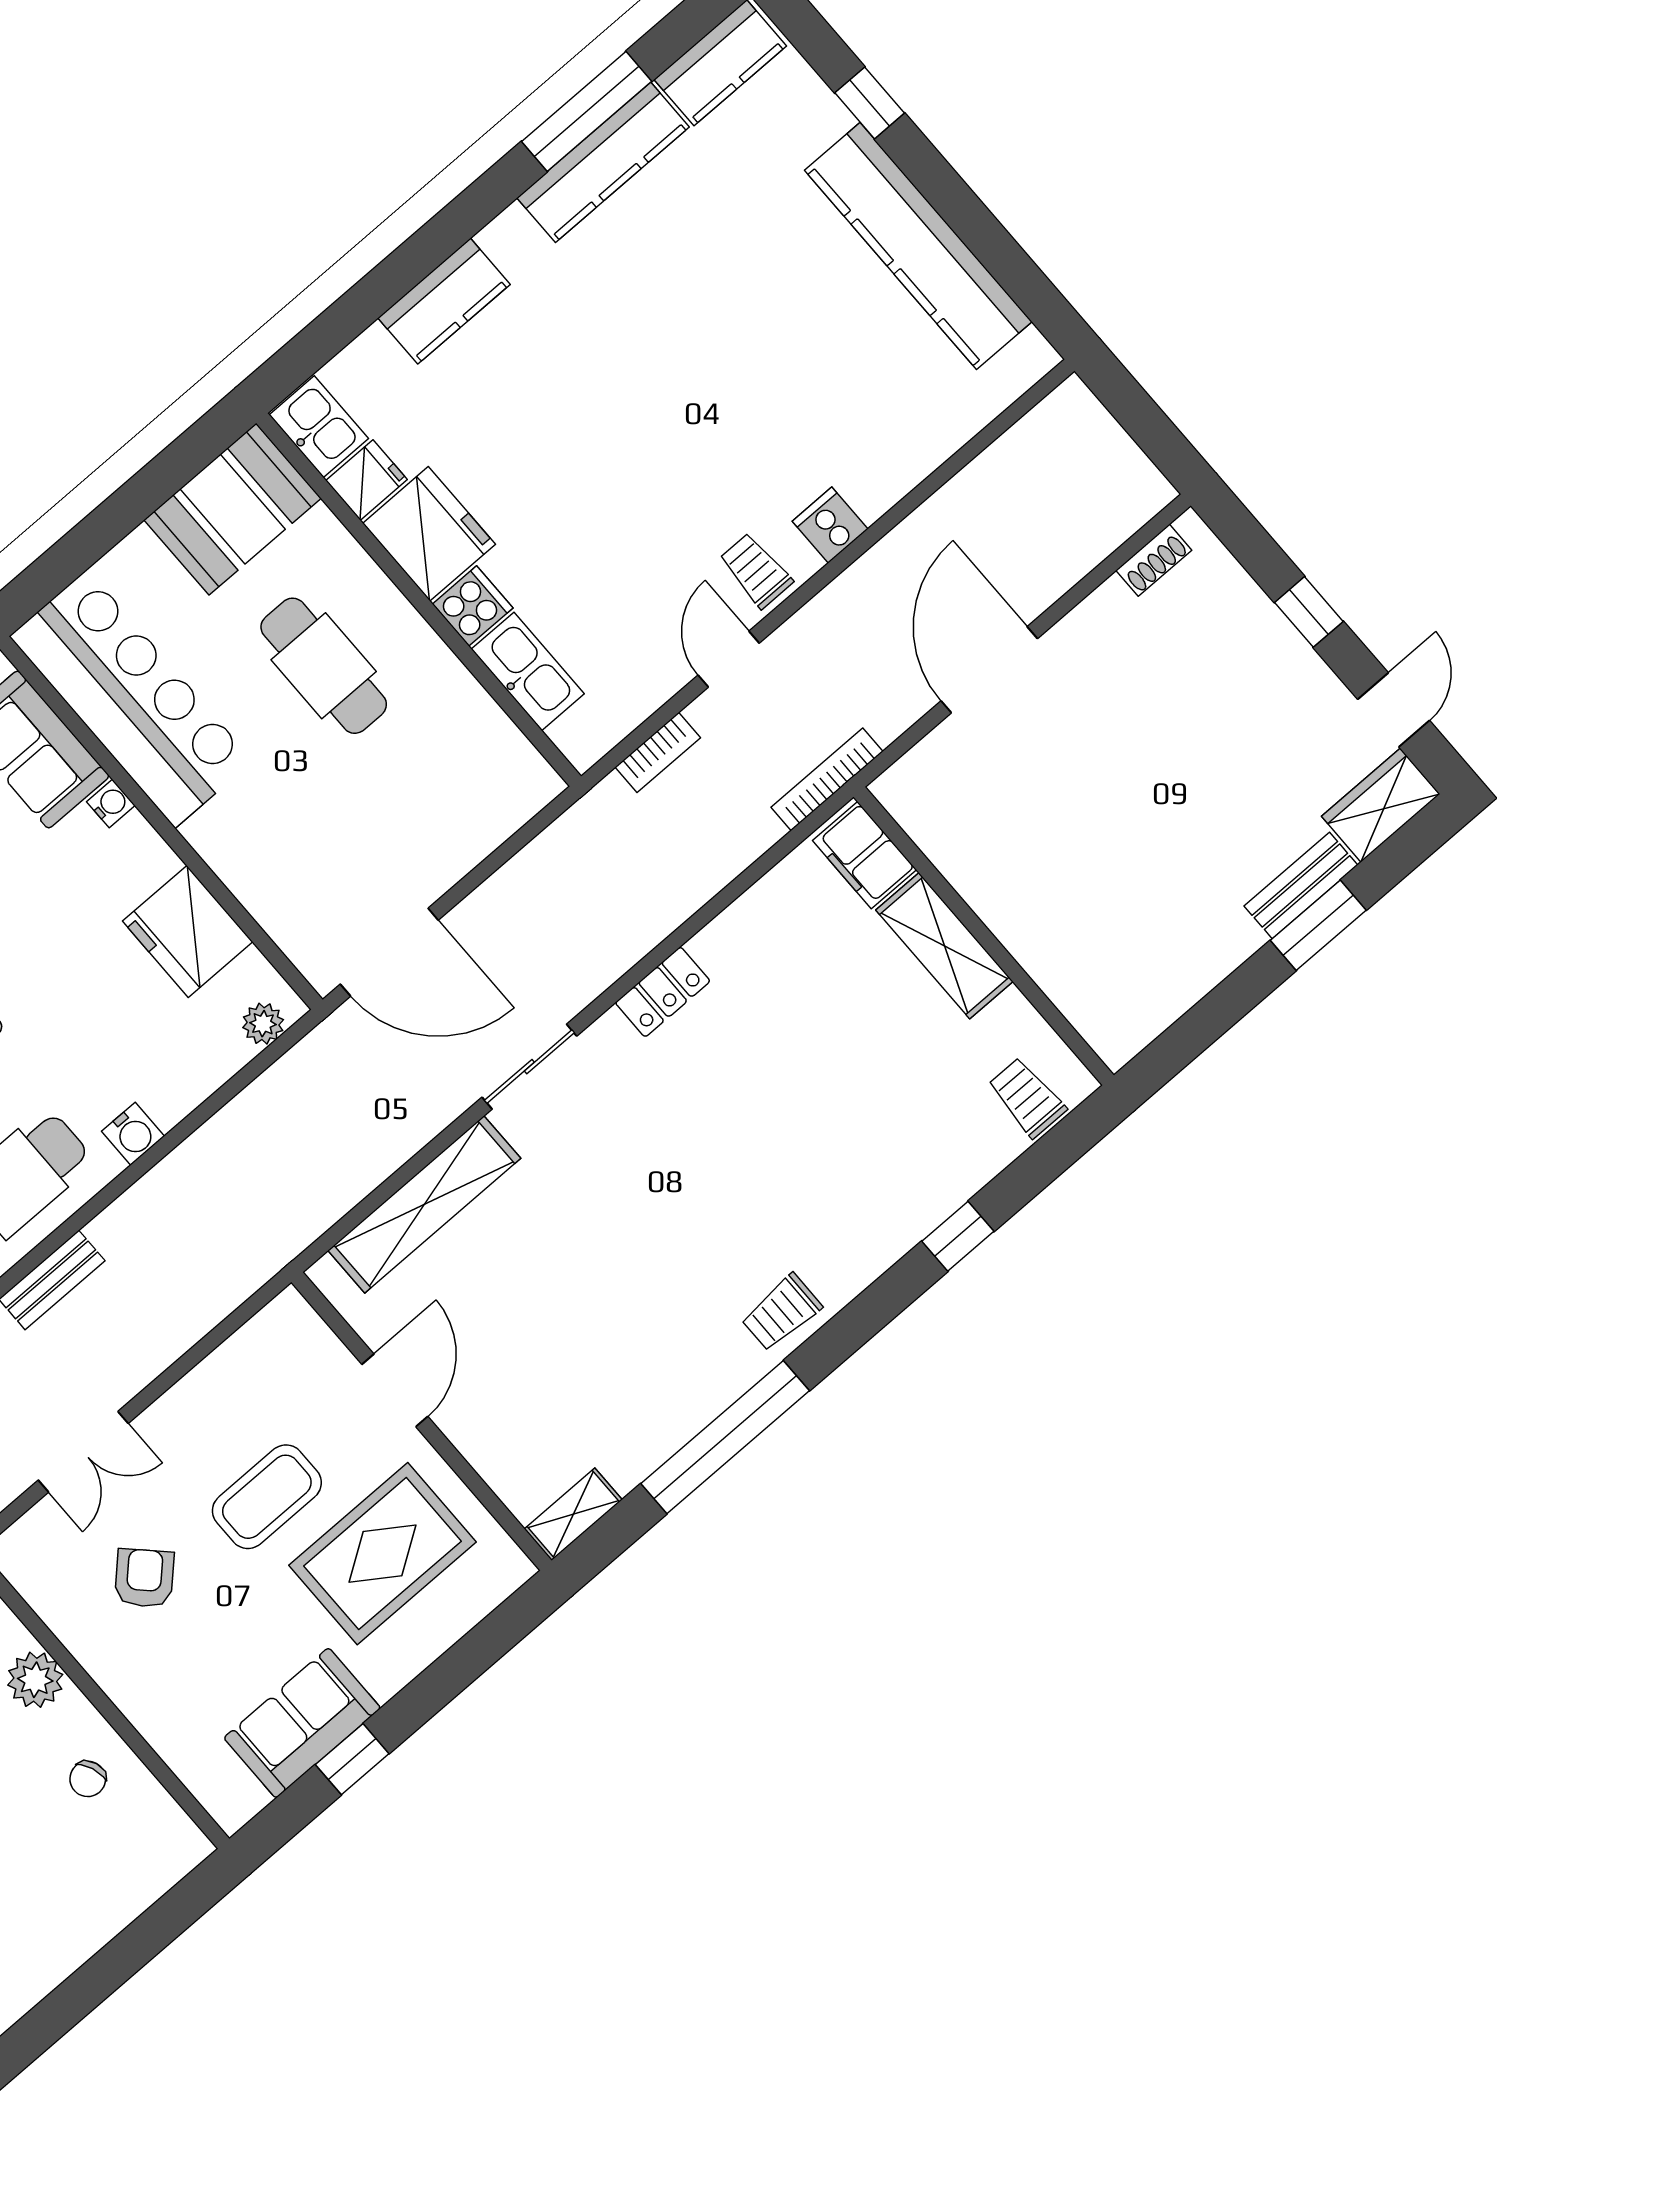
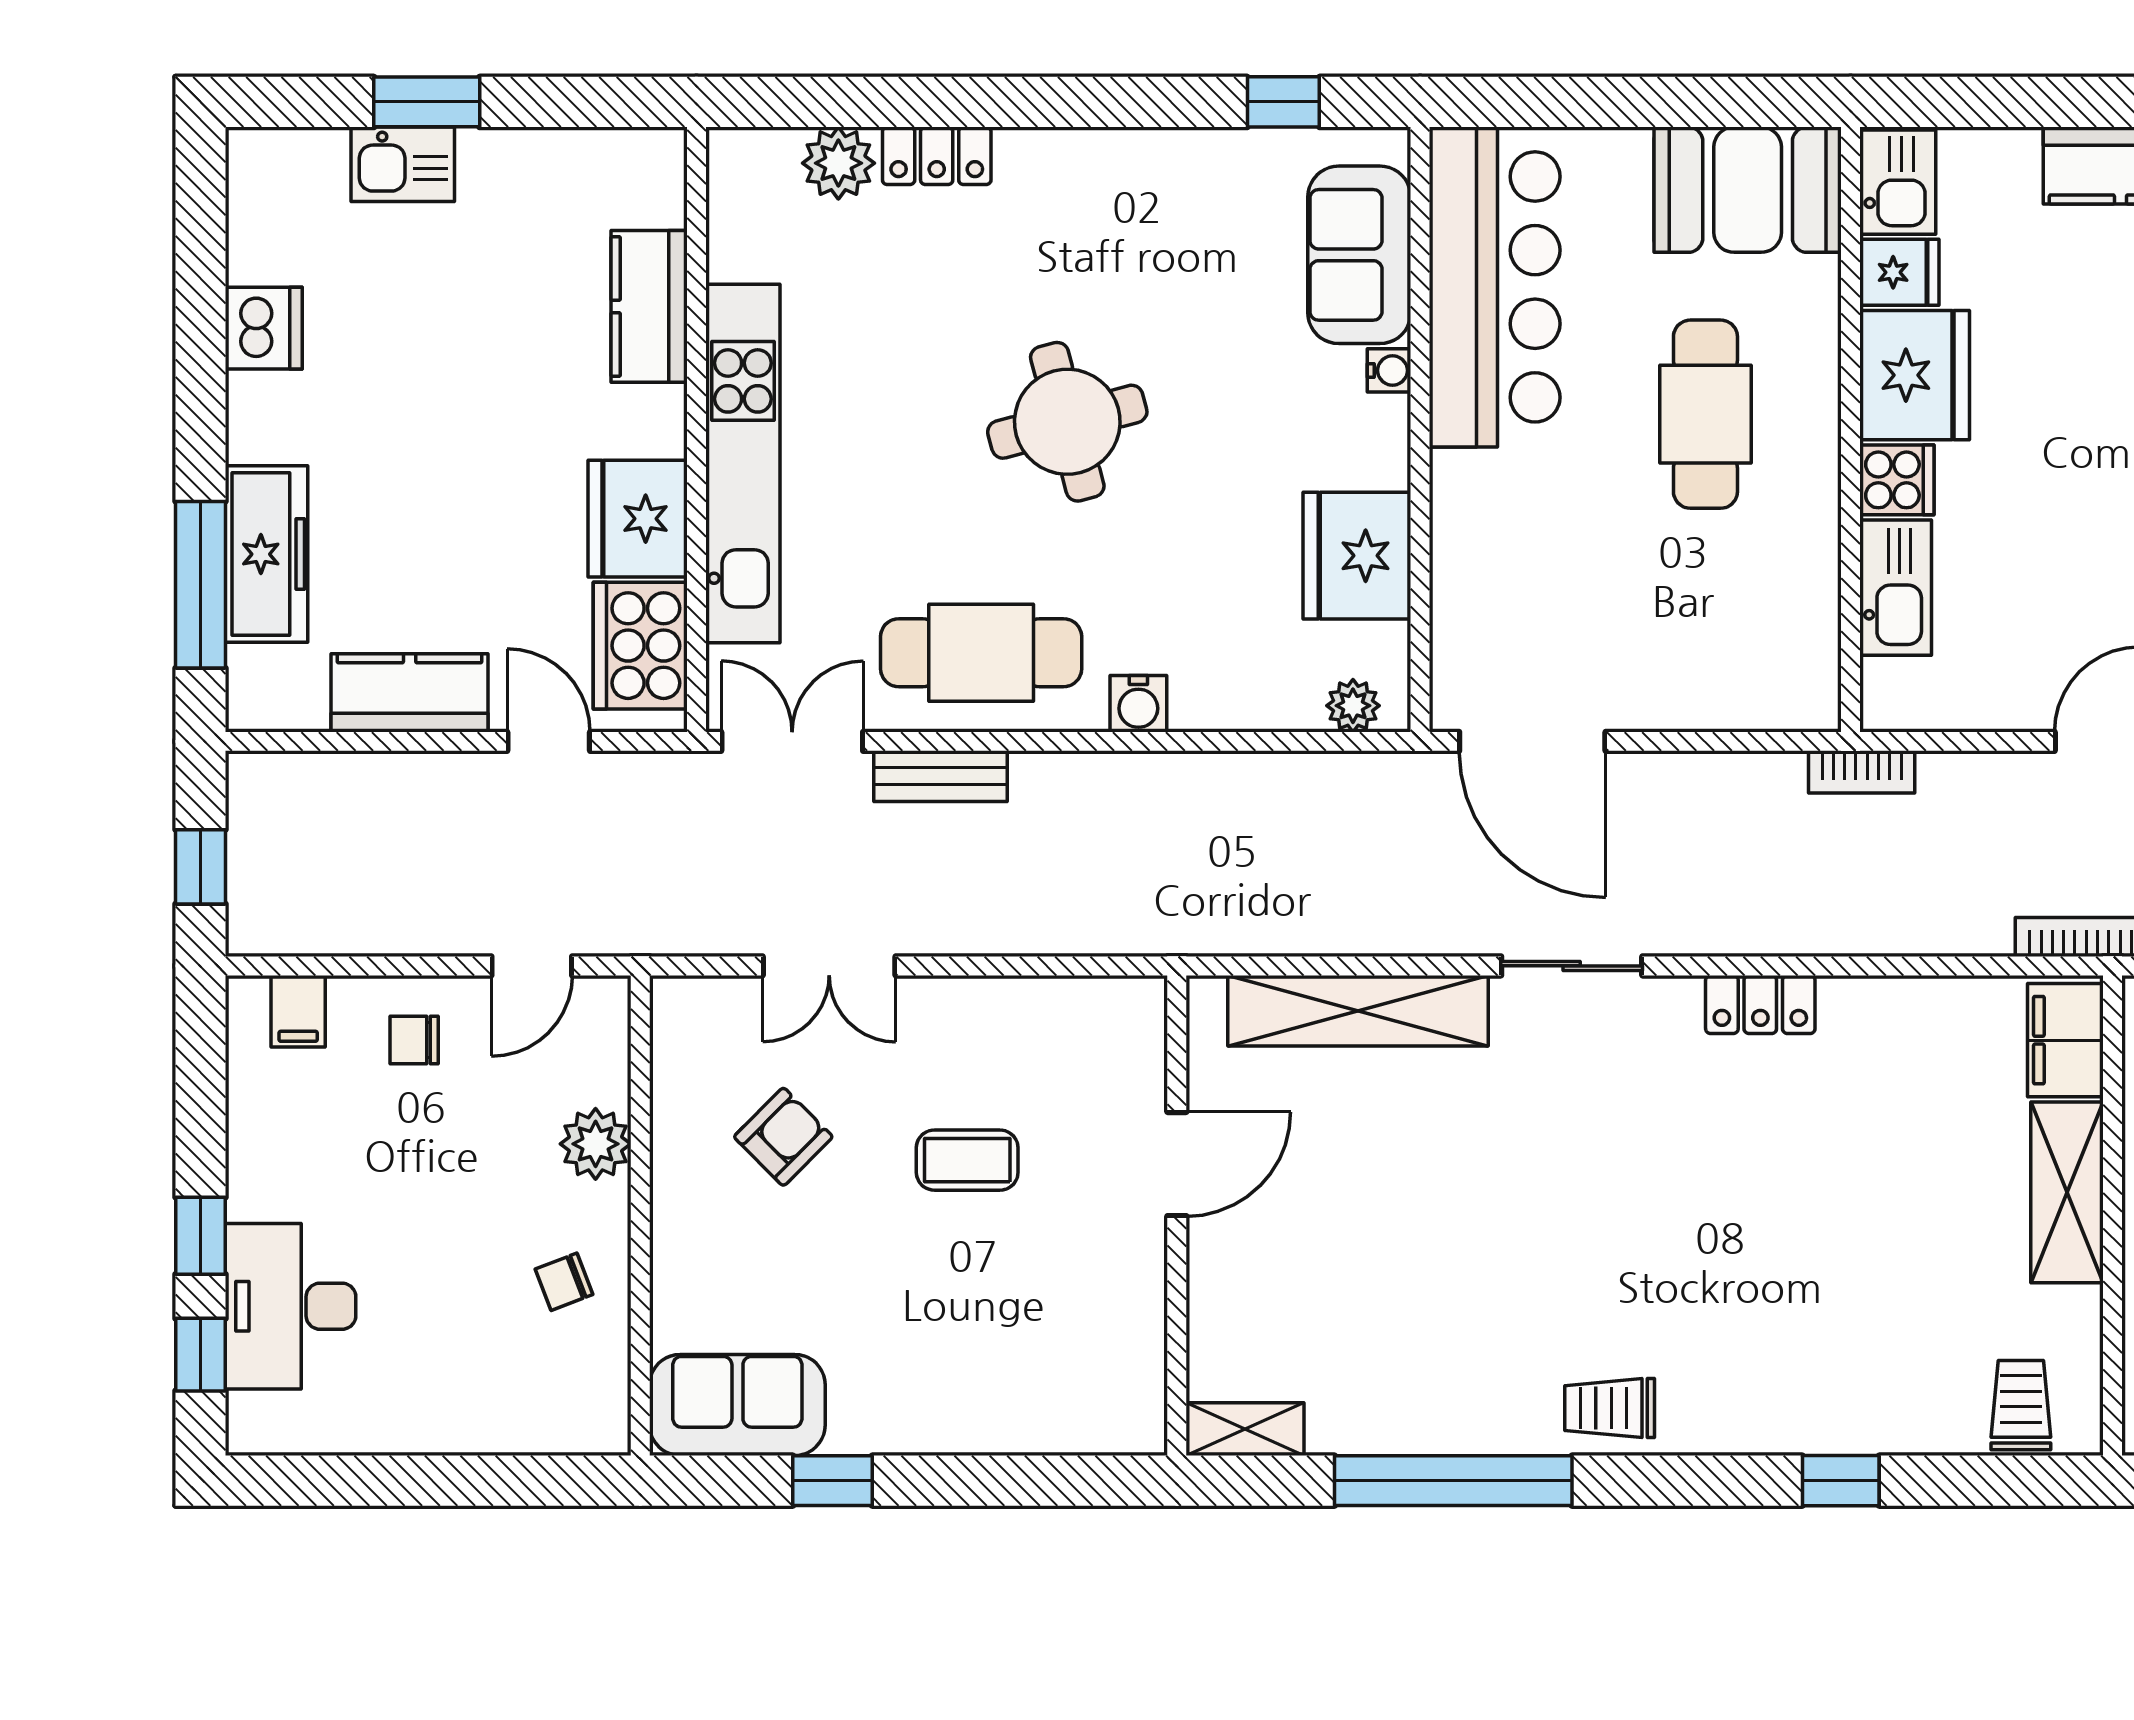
bookcase: (658, 752) -> (1862, 772), moved
coffee table: (267, 1497) -> (967, 1160), width x0.73, depth x0.77
rug: (382, 1554) -> (1031, 1310), removed
sofa: (302, 1723) -> (737, 1405), moved

